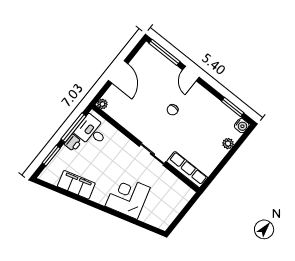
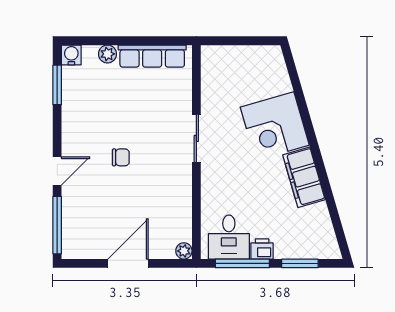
row of seats: (187, 170) -> (152, 56), moved, turned -90
filing cabinet: (76, 185) -> (304, 177), moved

